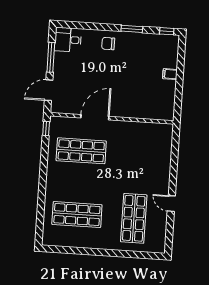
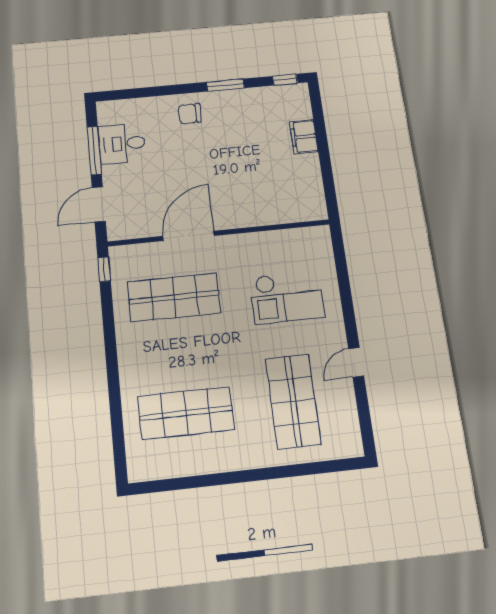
desk: (68, 40) -> (122, 144), moved
filing cabinet: (170, 74) -> (304, 137), width x2.00
checkout: (142, 162) -> (287, 297), added
door: (171, 204) -> (356, 362), hinge flipped

